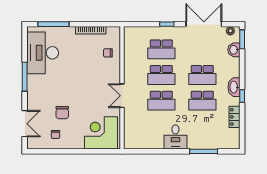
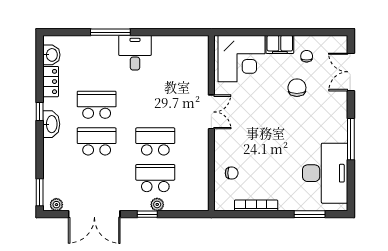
window: (53, 24) -> (310, 214), width x0.69
plant: (160, 31) -> (157, 204), added
washbasin: (234, 50) -> (51, 55), moved
school desk: (161, 101) -> (155, 105), removed
filing cabinet: (74, 143) -> (280, 44), added
window: (204, 151) -> (110, 32), moved

